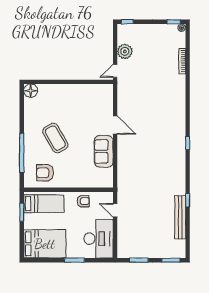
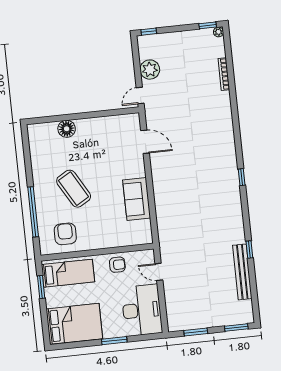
floor lamp: (31, 91) -> (67, 129), moved
door: (115, 125) -> (145, 142), moved
armchair: (45, 173) -> (65, 234), turned 90

